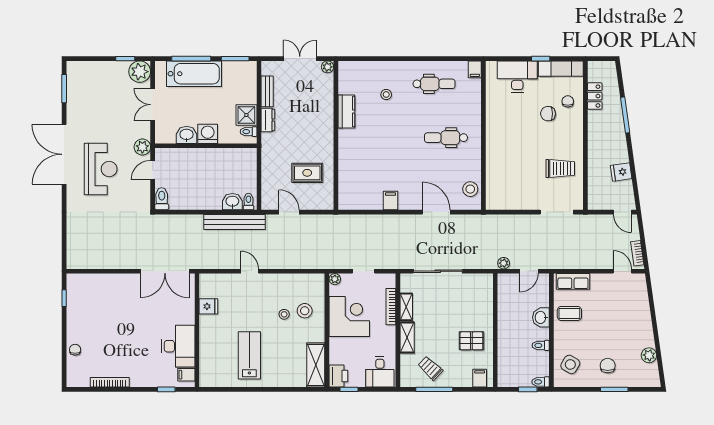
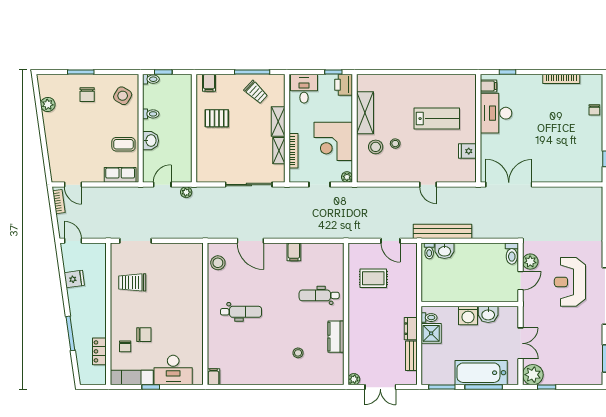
dental chair: (434, 84) -> (319, 295), moved
plant: (142, 147) -> (530, 262), moved
lab bench: (249, 355) -> (437, 119), moved, turned -90
shelving: (316, 365) -> (365, 113), moved

